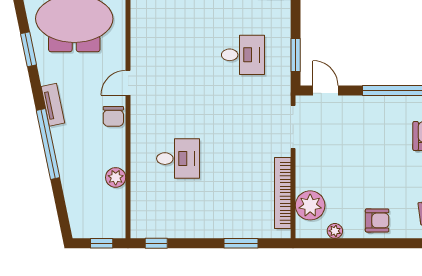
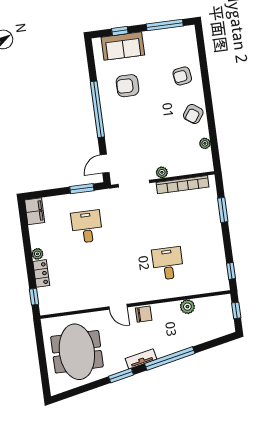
window: (28, 49) -> (121, 376), moved
plant: (310, 205) -> (162, 172), moved, width x0.53, depth x0.53
armchair: (377, 220) -> (193, 114), turned -145

